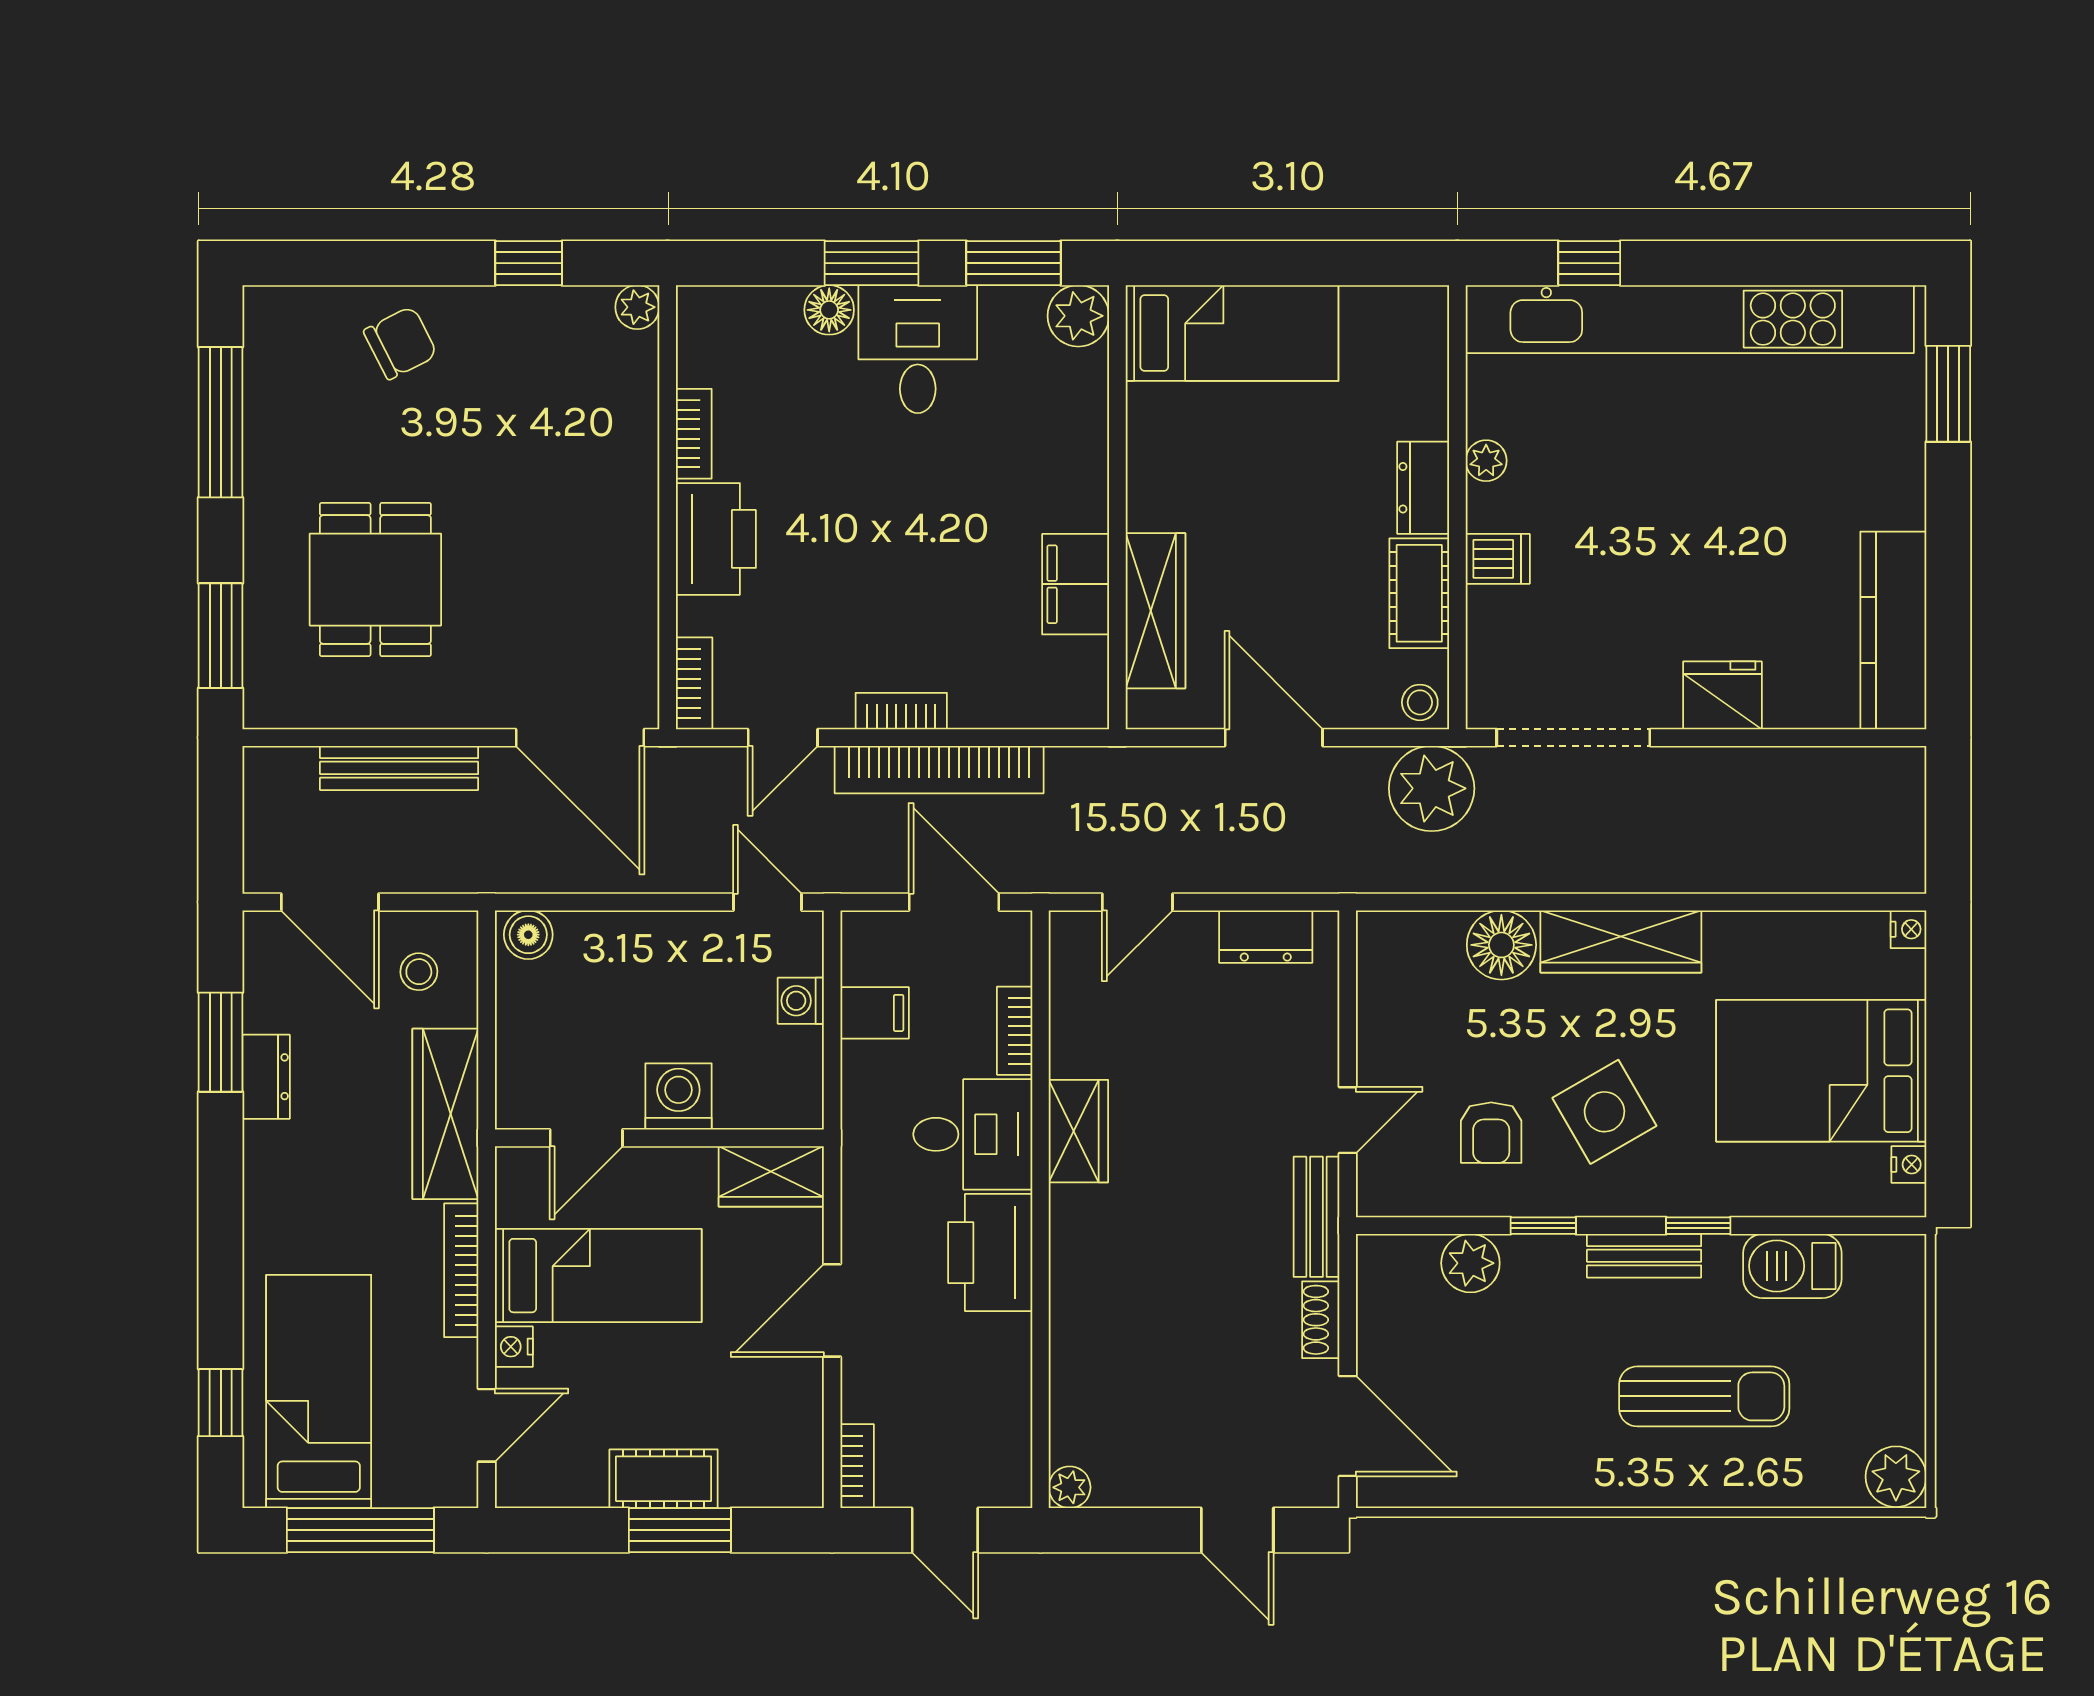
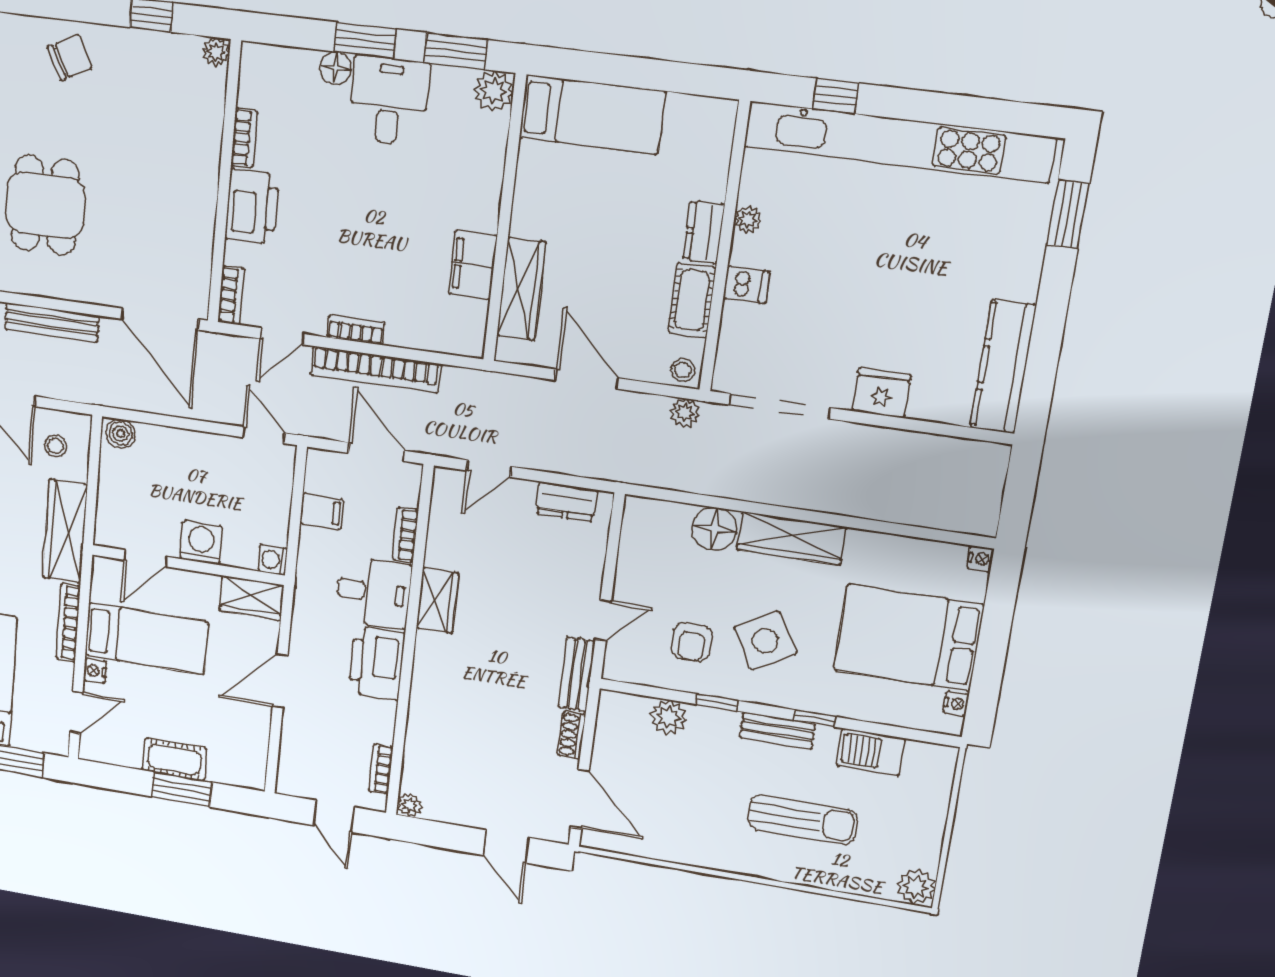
plant: (1432, 788) -> (685, 413), width x0.53, depth x0.53
washing machine: (801, 1001) -> (273, 560), moved
bookcase: (857, 1466) -> (381, 769), moved, turned 180

